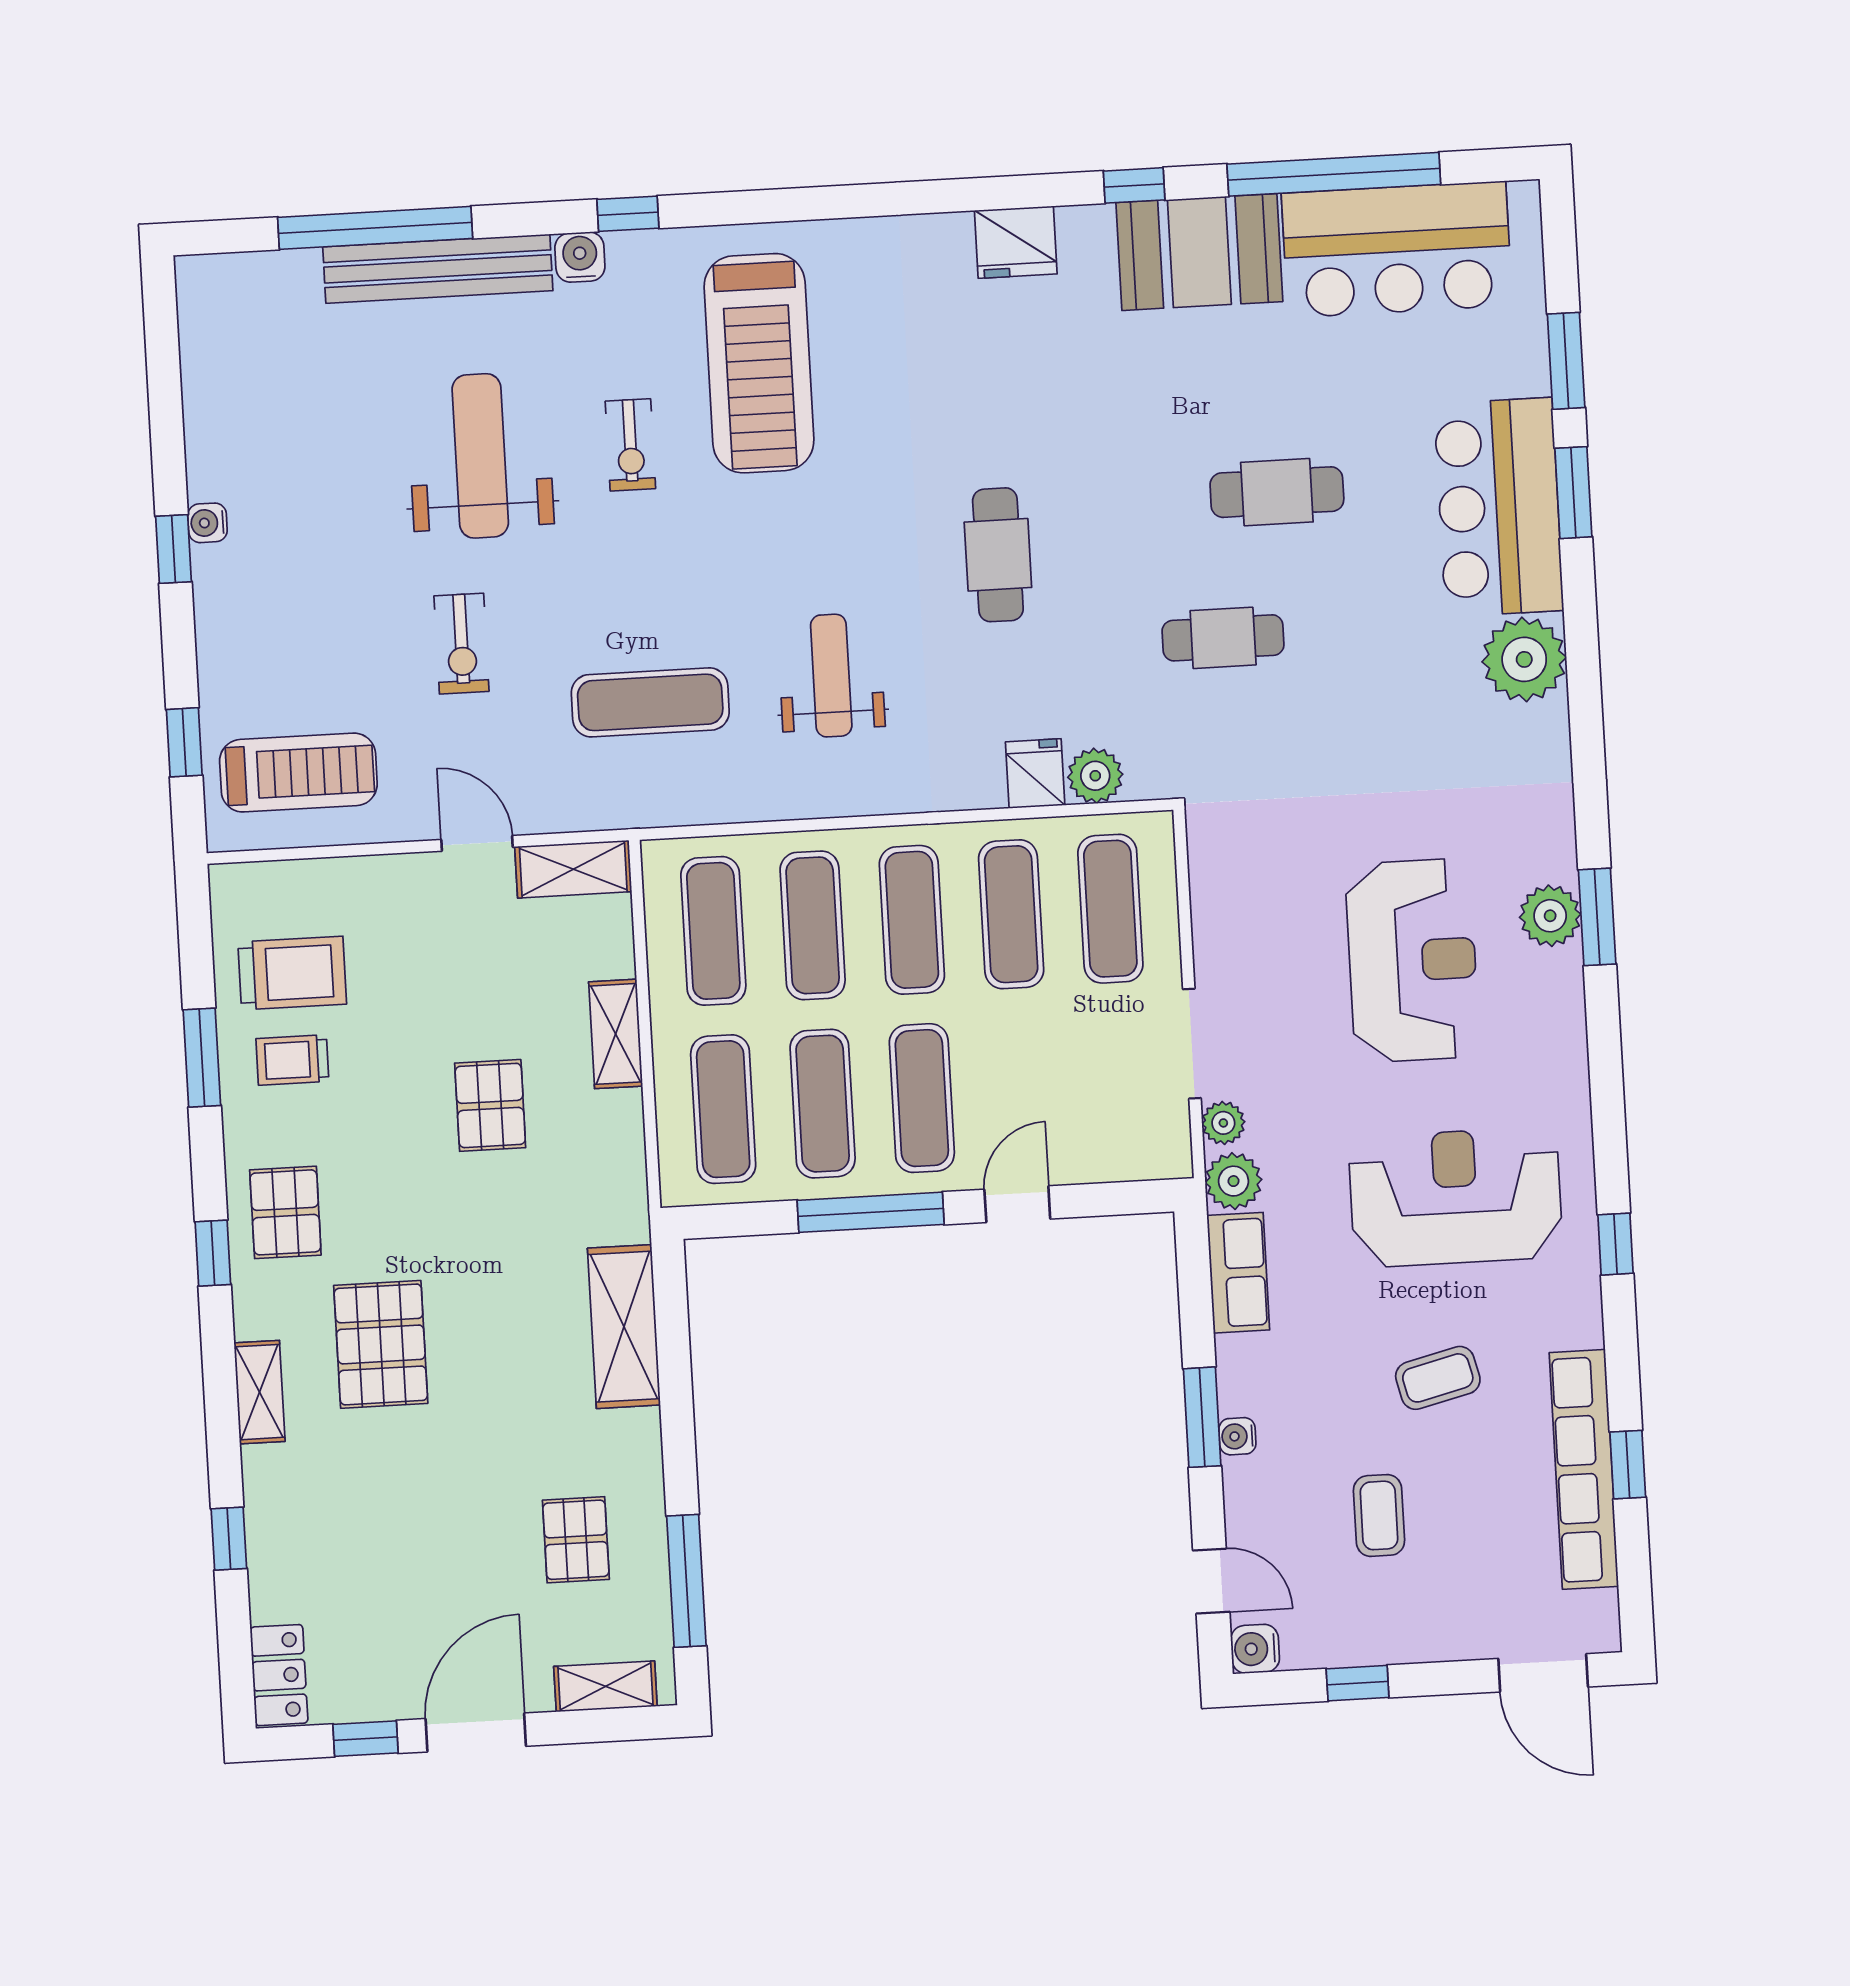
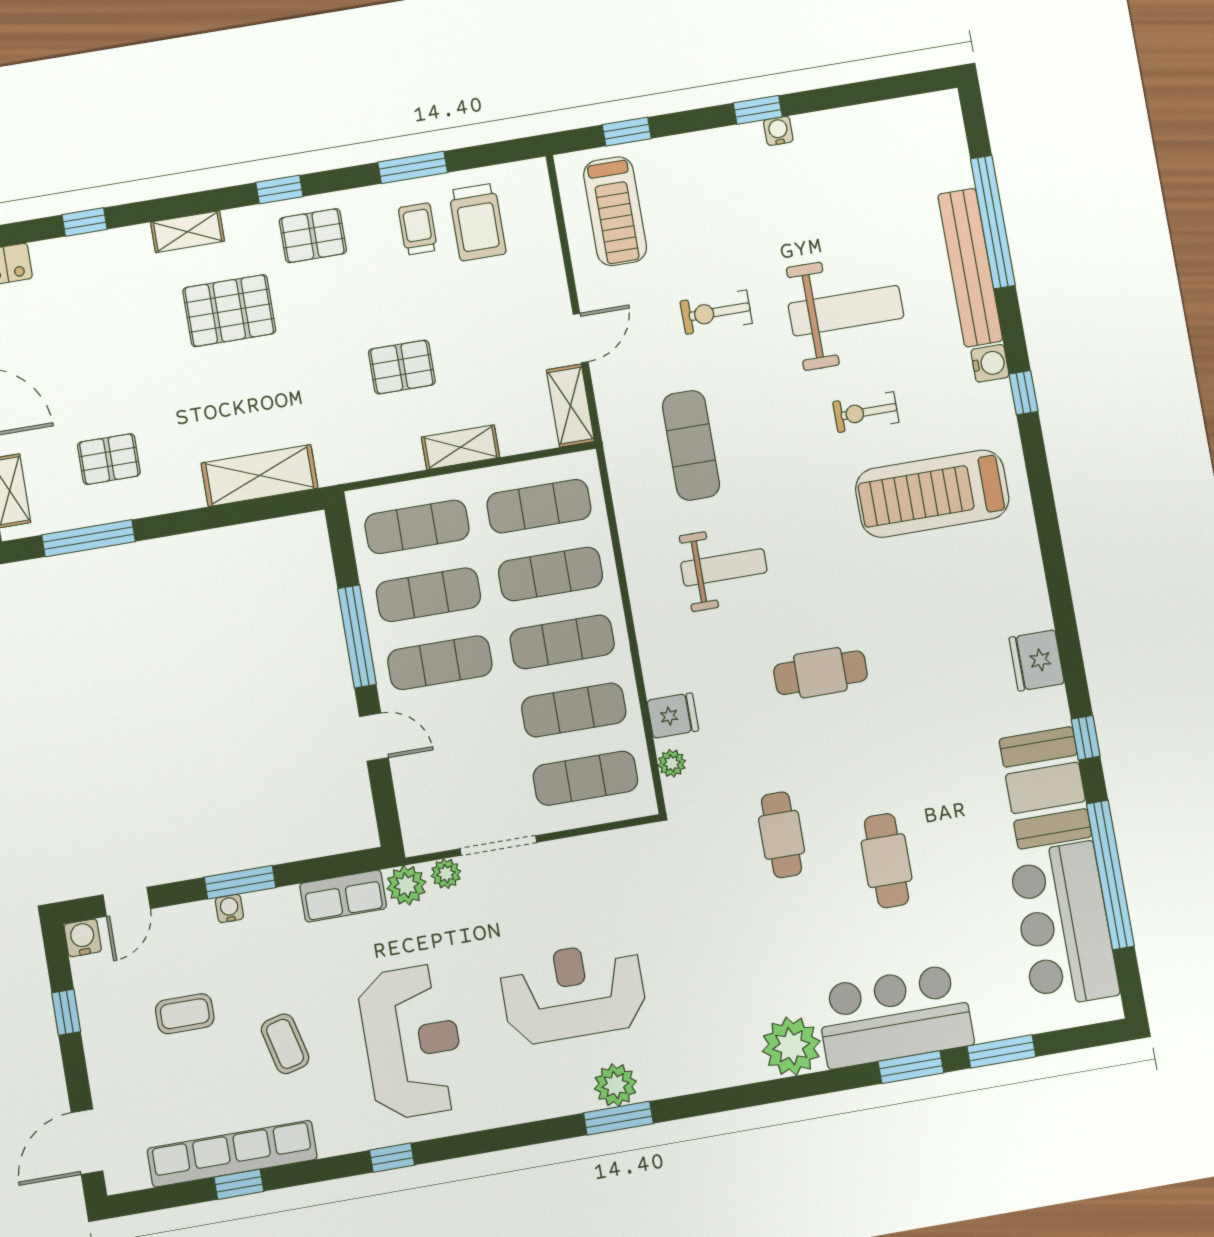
plant: (1095, 776) -> (672, 763), width x0.73, depth x0.73
reception desk: (1412, 961) -> (573, 992), turned 180

